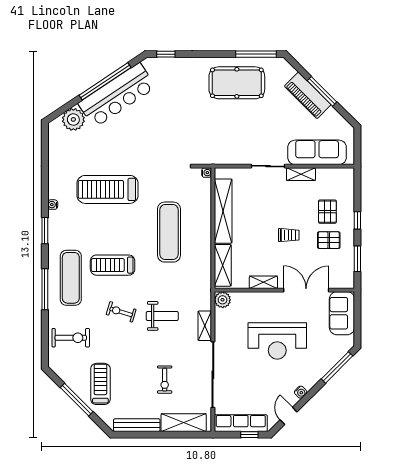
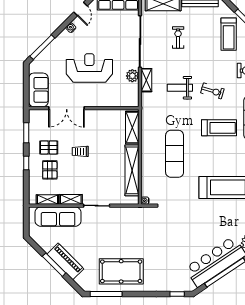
shelving: (263, 282) -> (47, 200), moved
plant: (223, 300) -> (132, 76), moved

